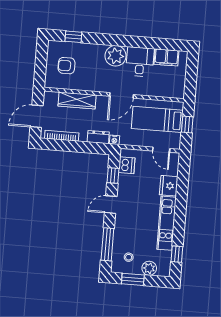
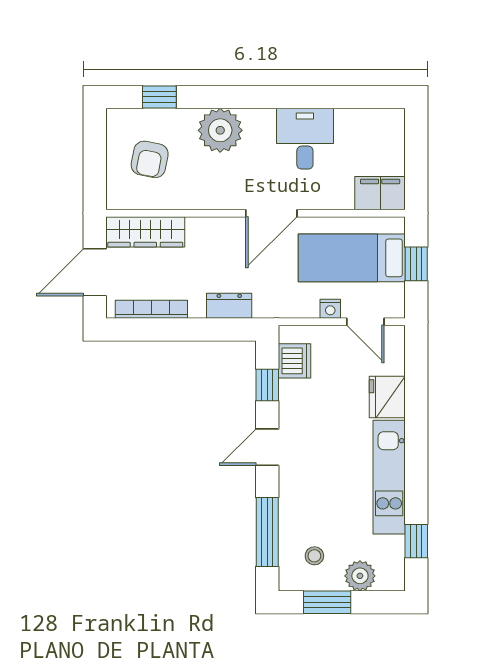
plant: (116, 56) -> (220, 130), moved
filing cabinet: (166, 57) -> (380, 193), moved, turned 180
armchair: (66, 66) -> (150, 159), turned -79
wardrobe: (77, 101) -> (145, 232), moved
nightstand: (114, 140) -> (330, 309), moved

